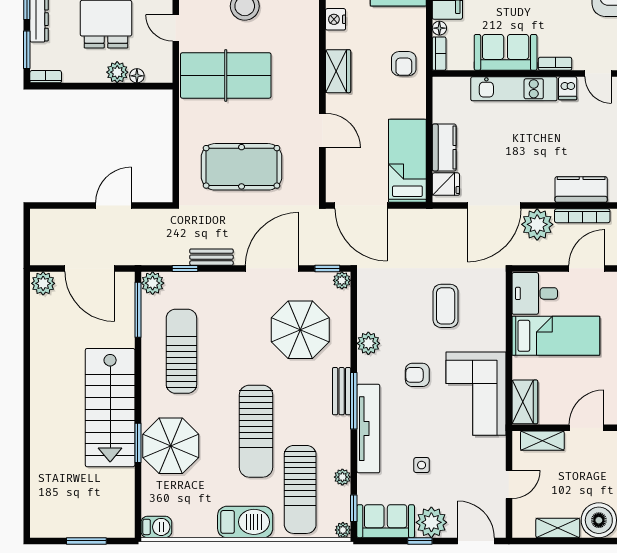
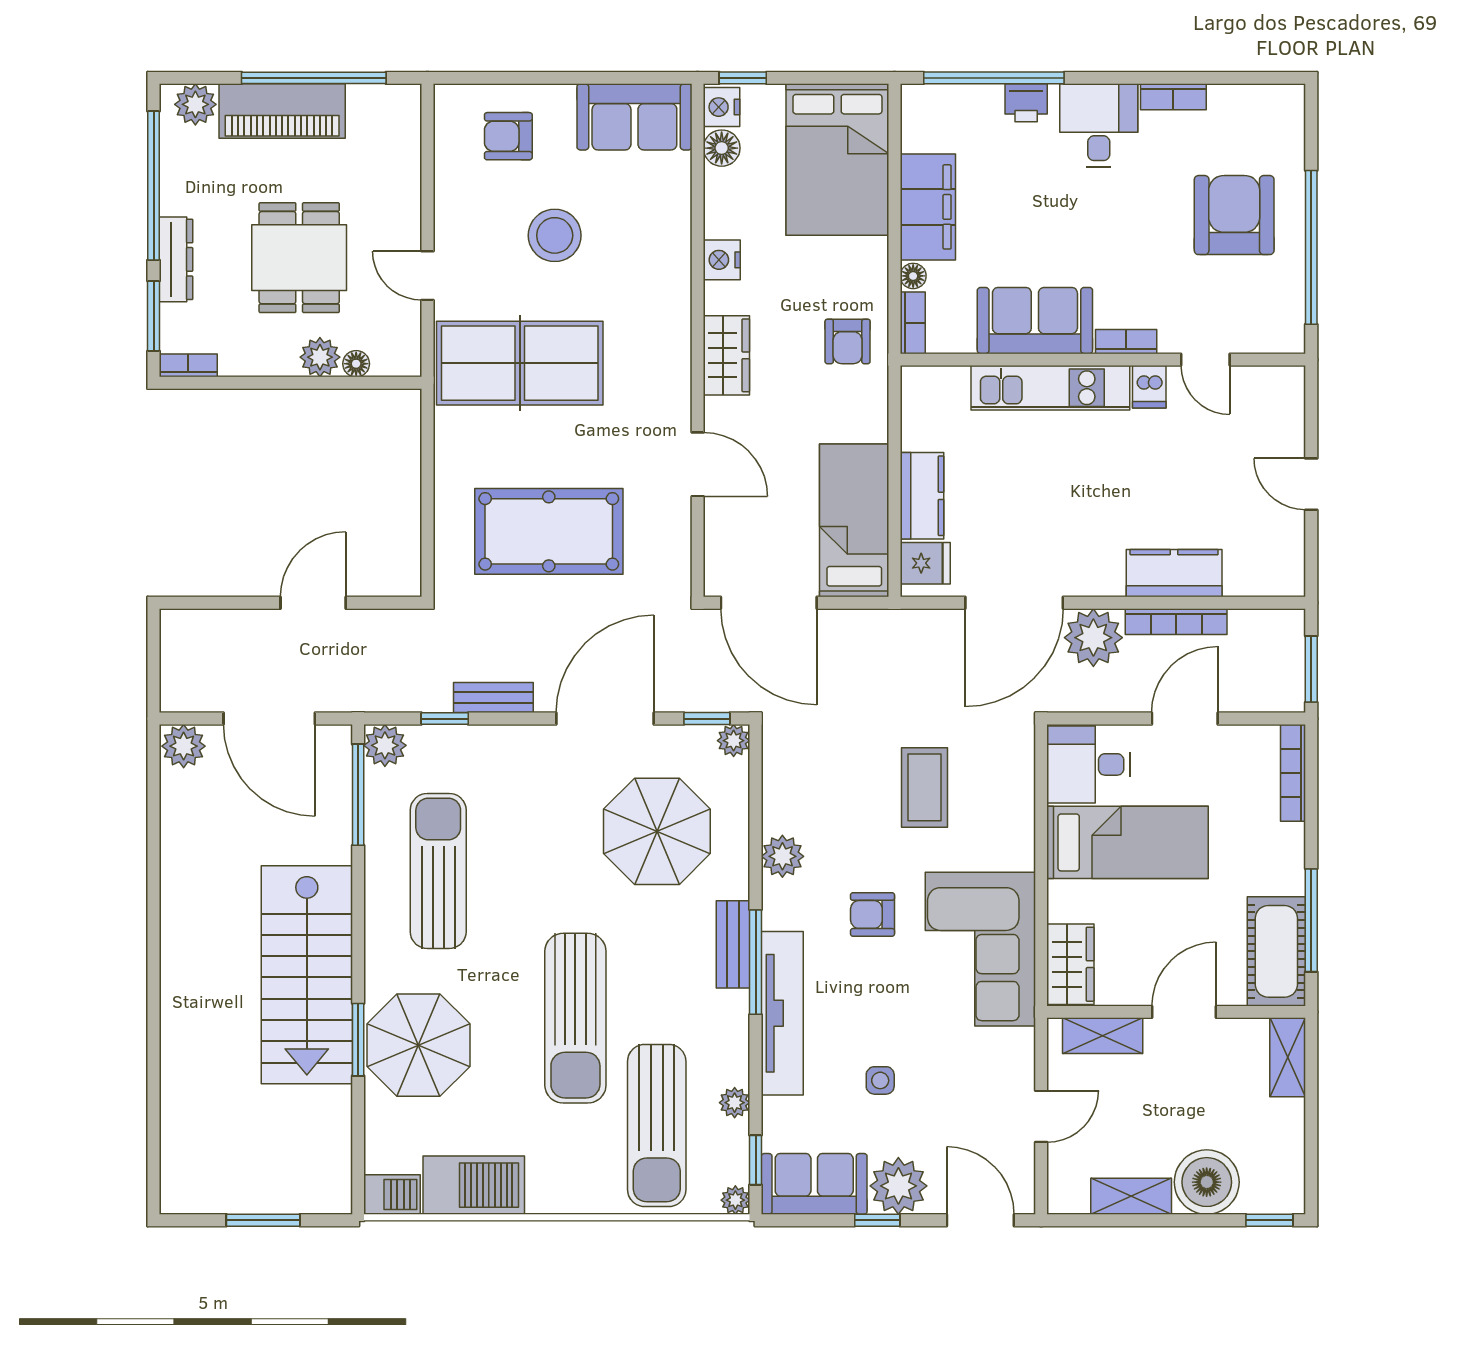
barbecue: (245, 522) -> (474, 1185), moved

